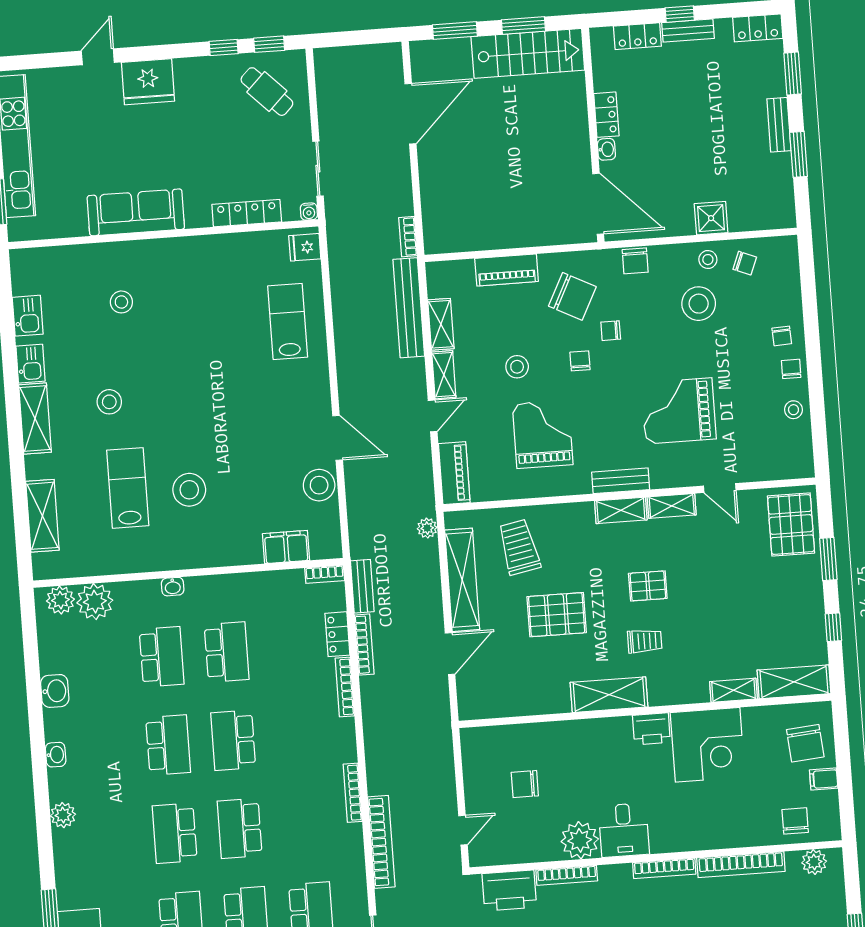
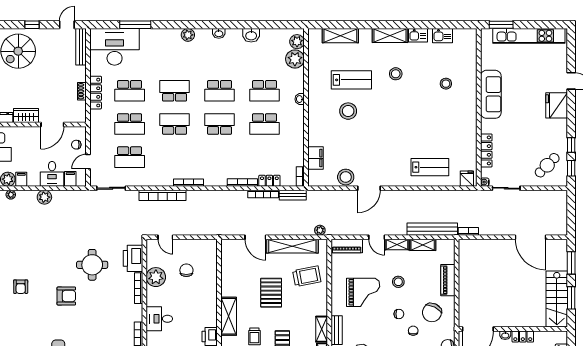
plant: (580, 840) -> (156, 277), moved

